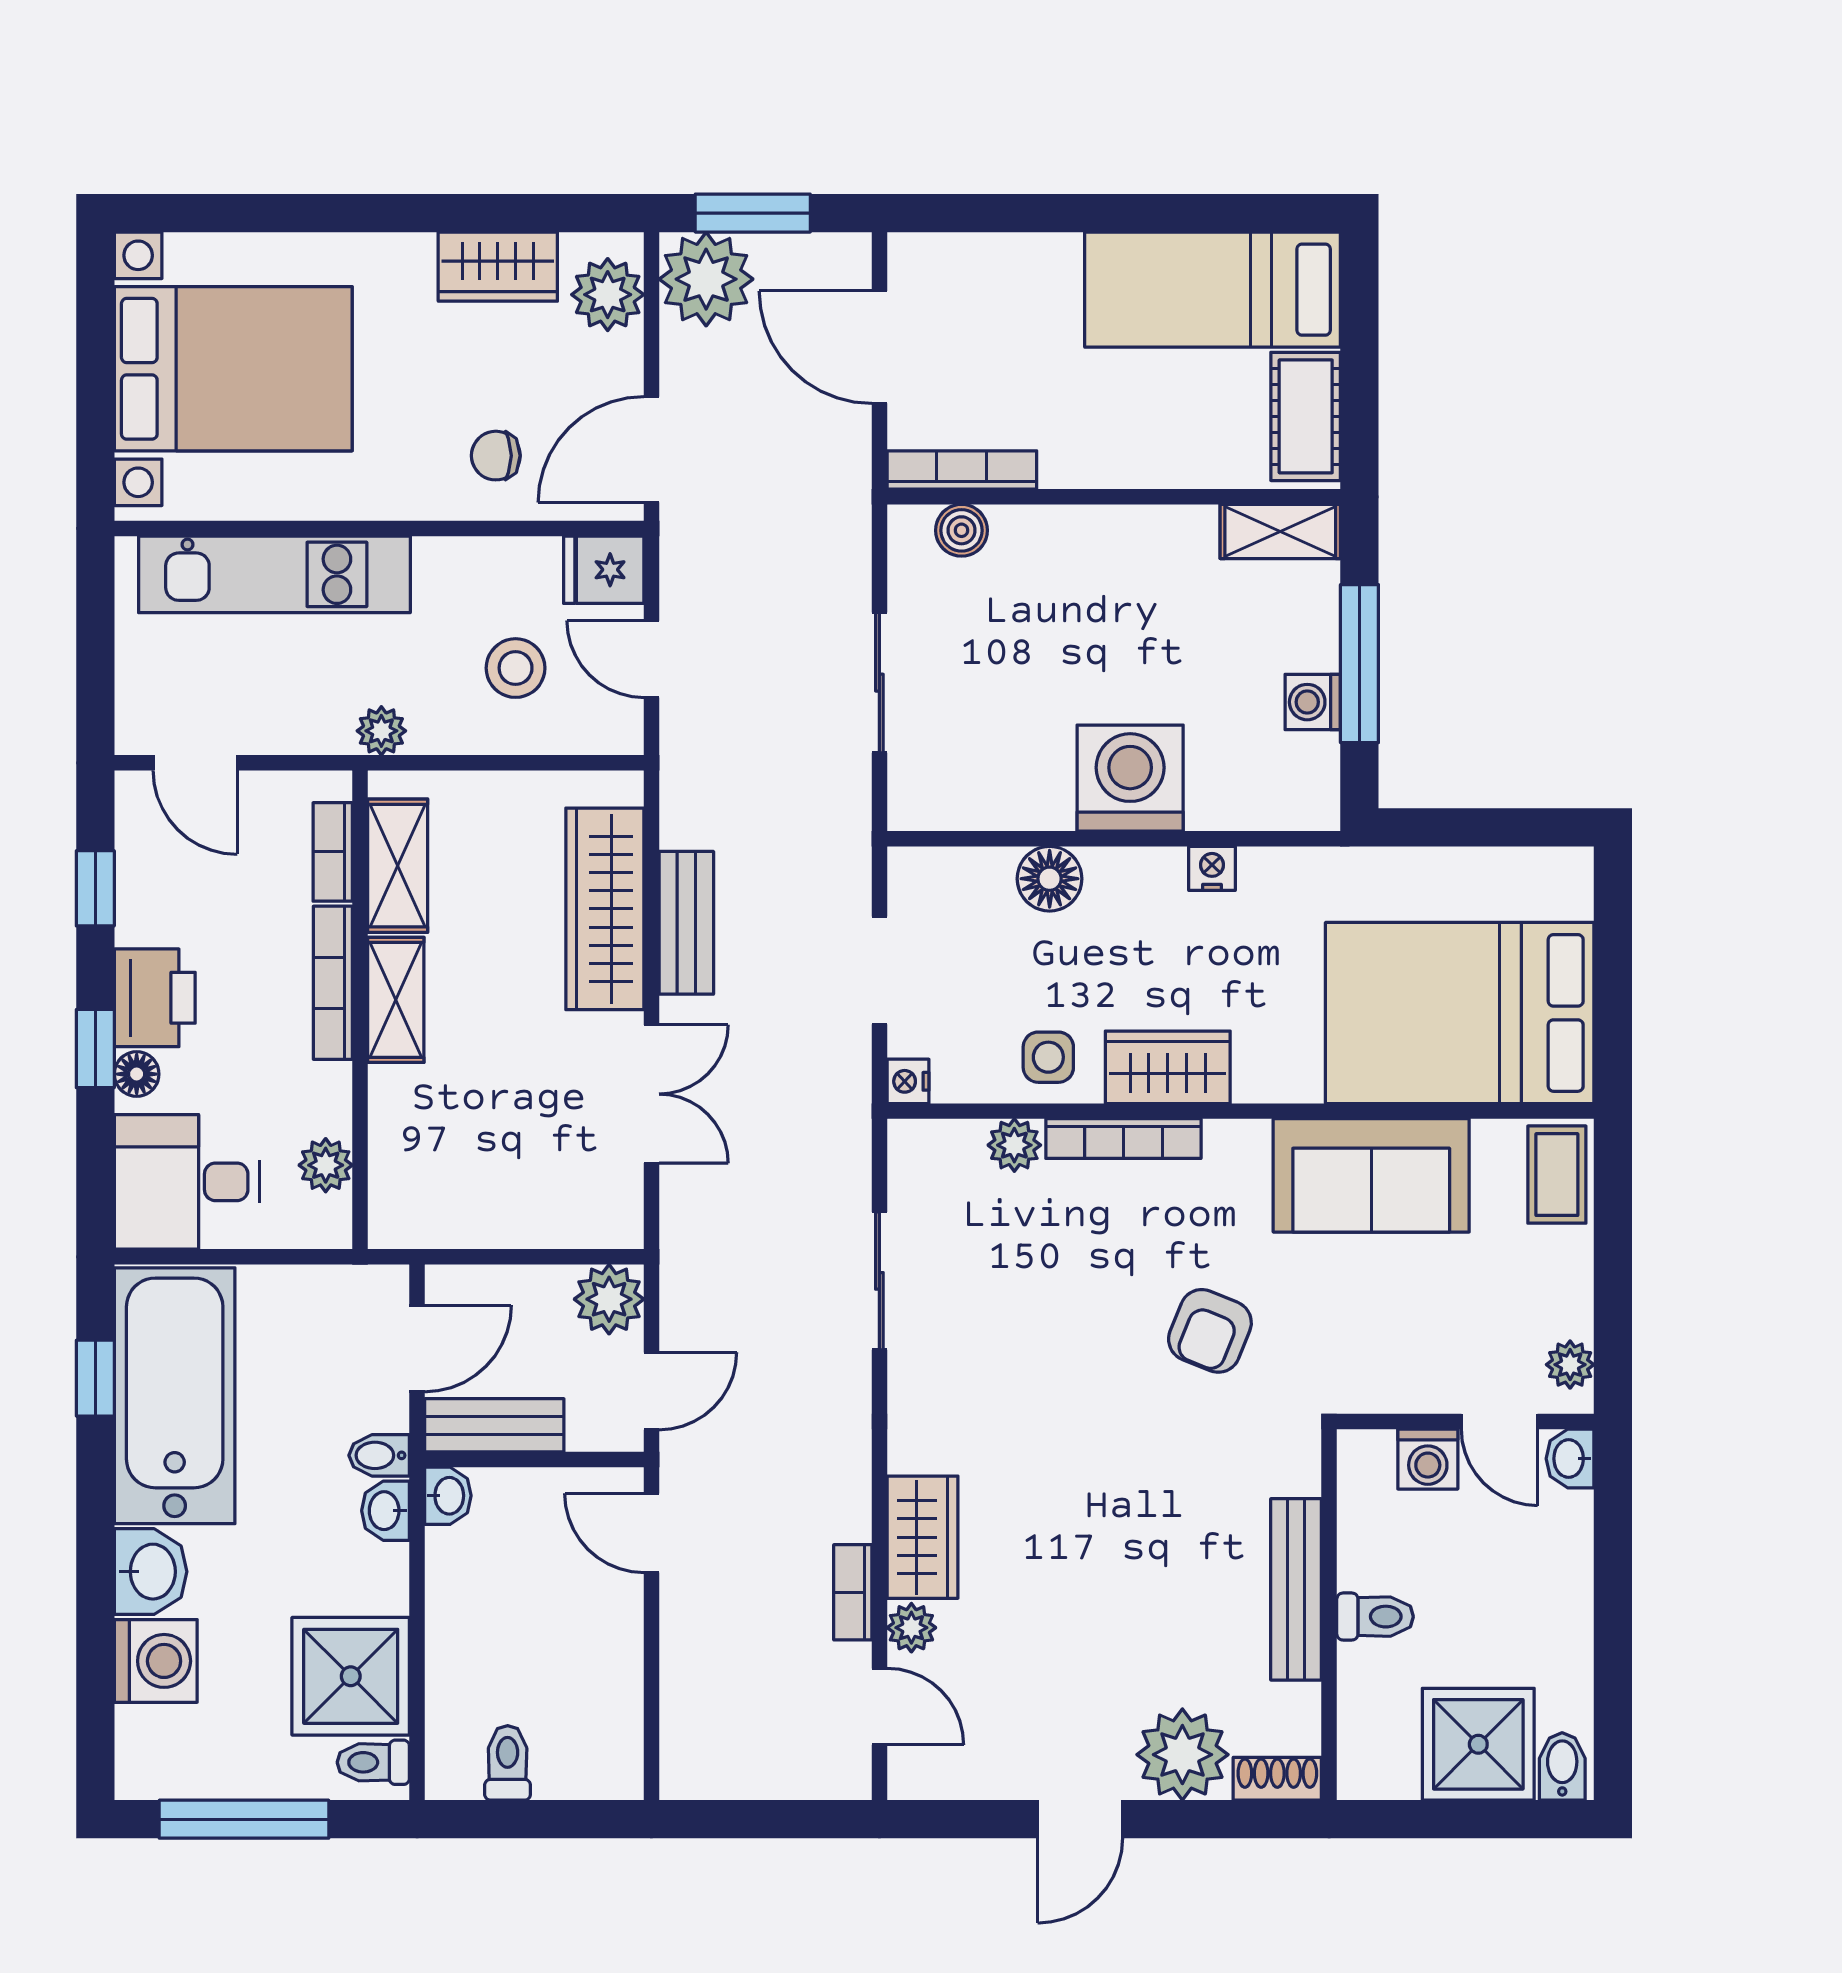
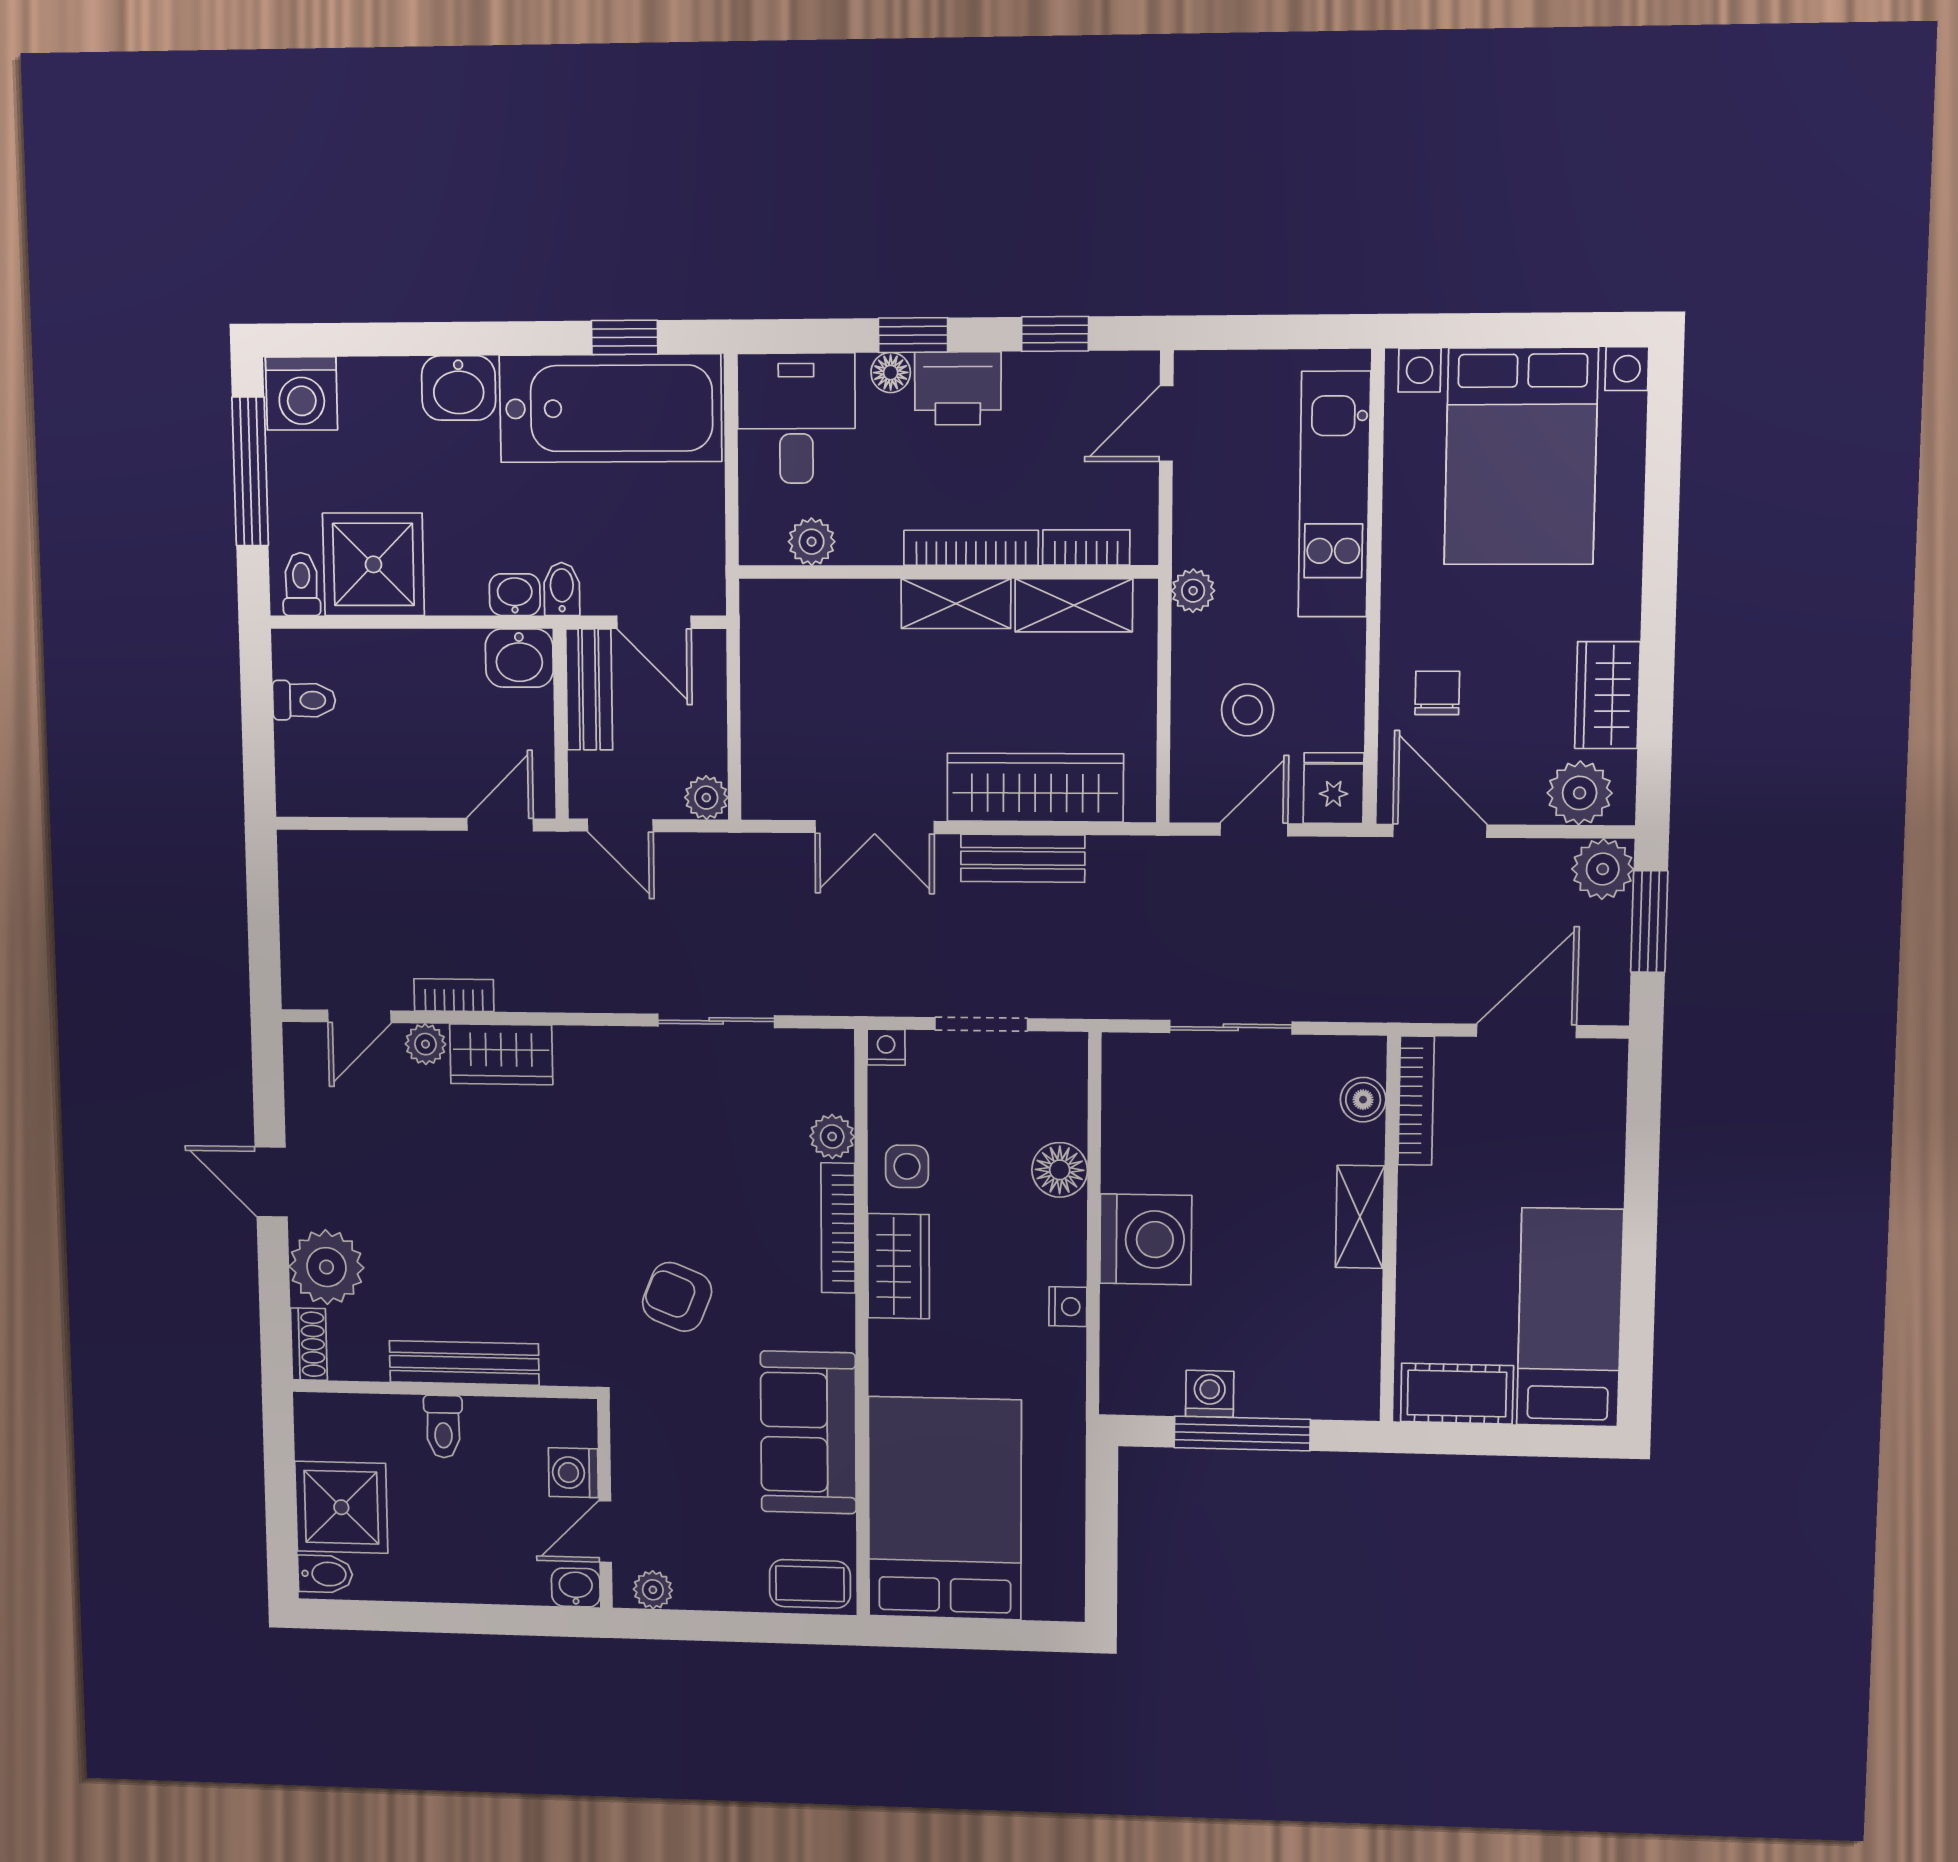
plant: (706, 279) -> (1603, 869), width x0.73, depth x0.73
shelving: (1280, 531) -> (1360, 1217), moved
plant: (609, 1299) -> (706, 798), width x0.73, depth x0.73
washbasin: (448, 1496) -> (519, 658), width x1.38, depth x1.45
washing machine: (156, 1661) -> (302, 394), moved

